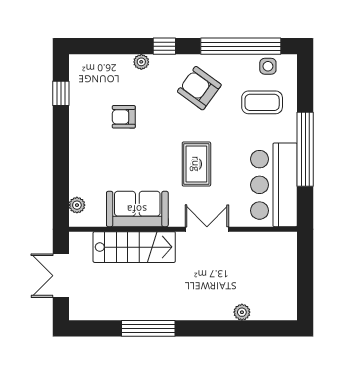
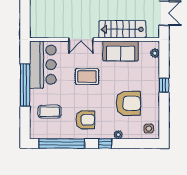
side table: (268, 66) -> (149, 129), moved
armchair: (199, 88) -> (85, 120), turned -36
window: (61, 93) -> (164, 85), moved
armchair: (124, 117) -> (128, 103), width x1.88, depth x1.88
rug: (196, 164) -> (87, 77), turned 90

